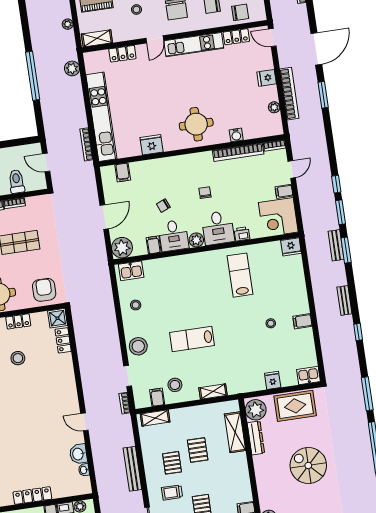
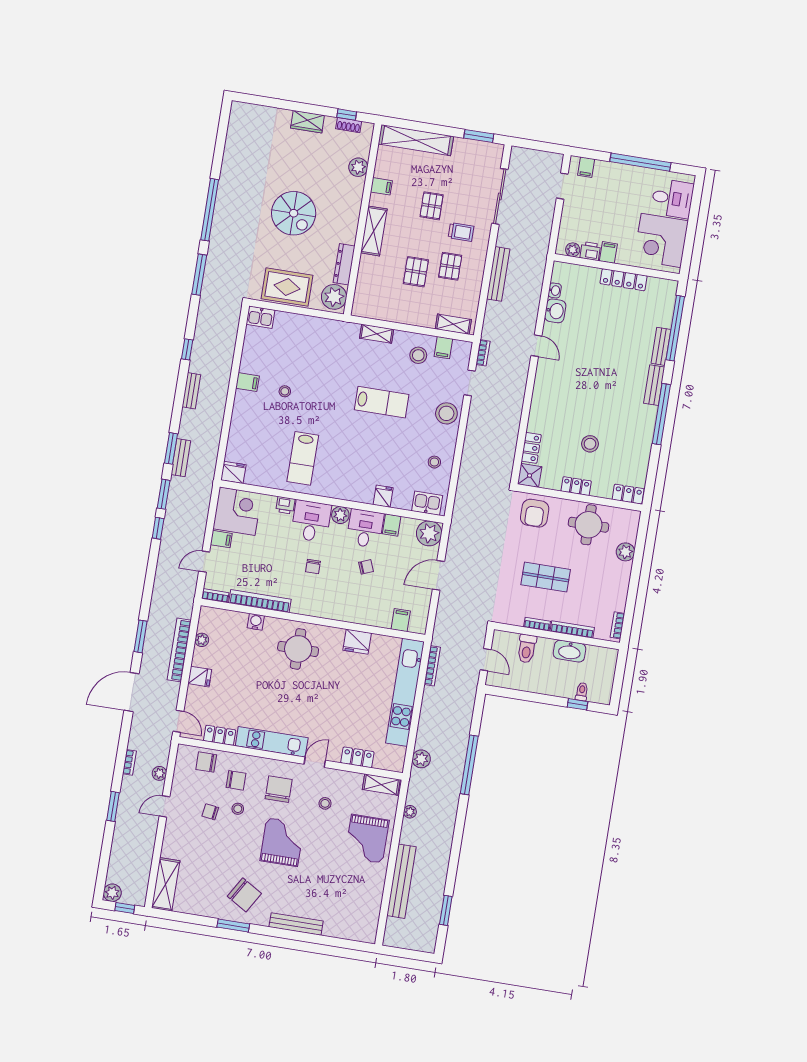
fridge: (273, 380) -> (383, 496), moved, turned 180
shelving: (235, 432) -> (374, 231), moved

